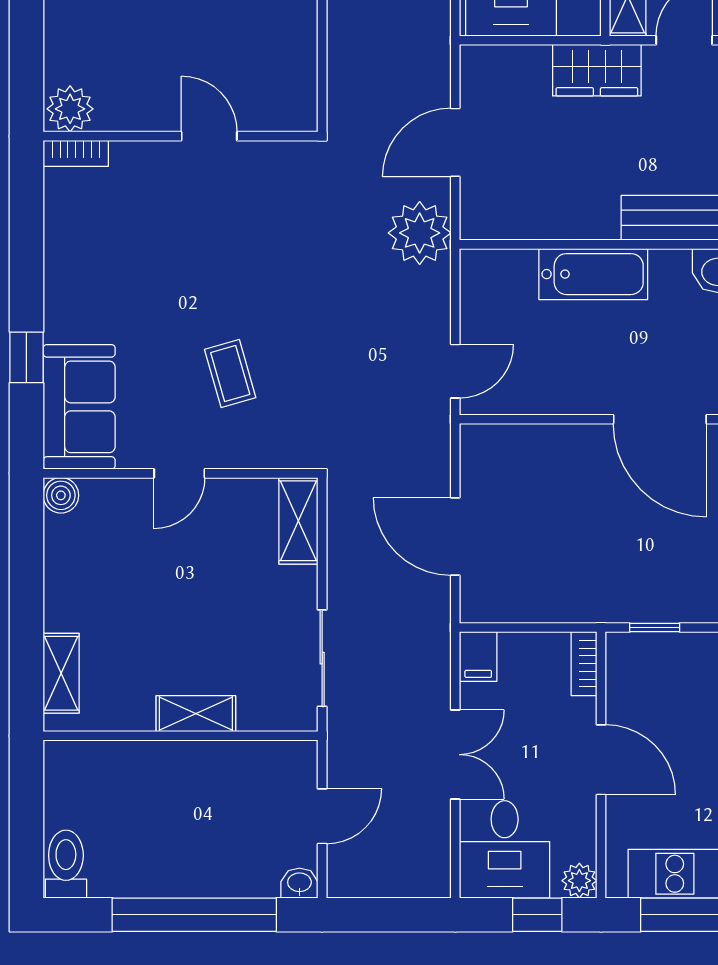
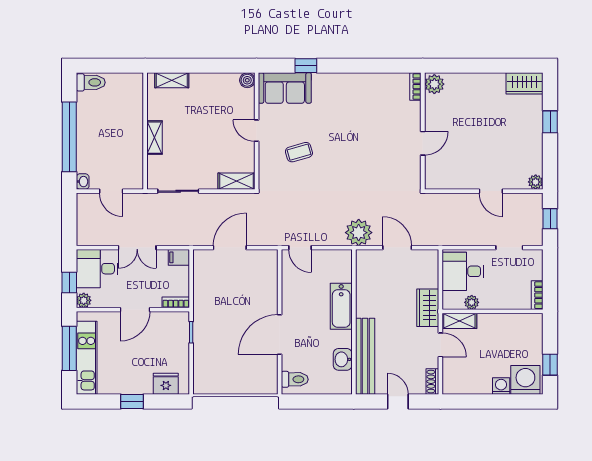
plant: (70, 109) -> (434, 84), moved
wall: (181, 136) -> (423, 131), moved
door: (209, 136) -> (423, 143), moved
bookcase: (76, 153) -> (415, 87), moved

